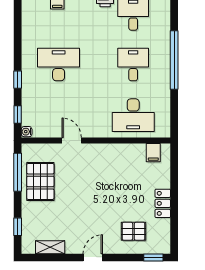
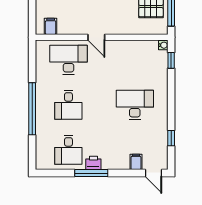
desk: (59, 65) -> (135, 105), turned 180
window: (18, 80) -> (171, 138), moved
door: (72, 141) -> (96, 37), moved

